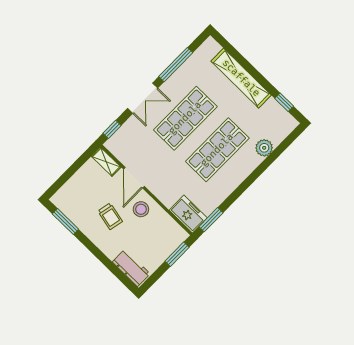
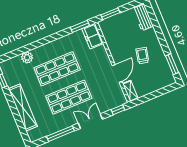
stool: (141, 209) -> (121, 52), removed

